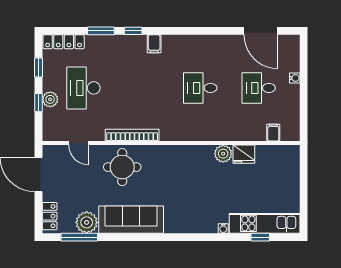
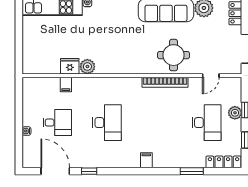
window: (133, 31) -> (89, 171), moved
desk: (200, 88) -> (107, 123), width x1.37
filing cabinet: (273, 133) -> (66, 84), moved
door: (79, 143) -> (211, 76), swing flipped

